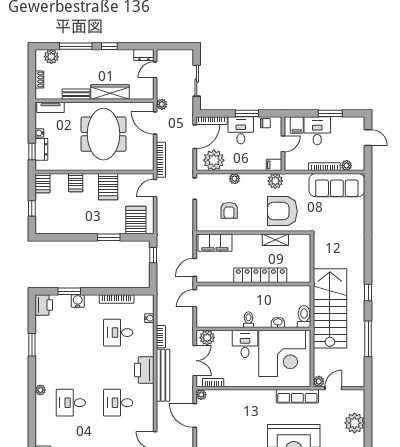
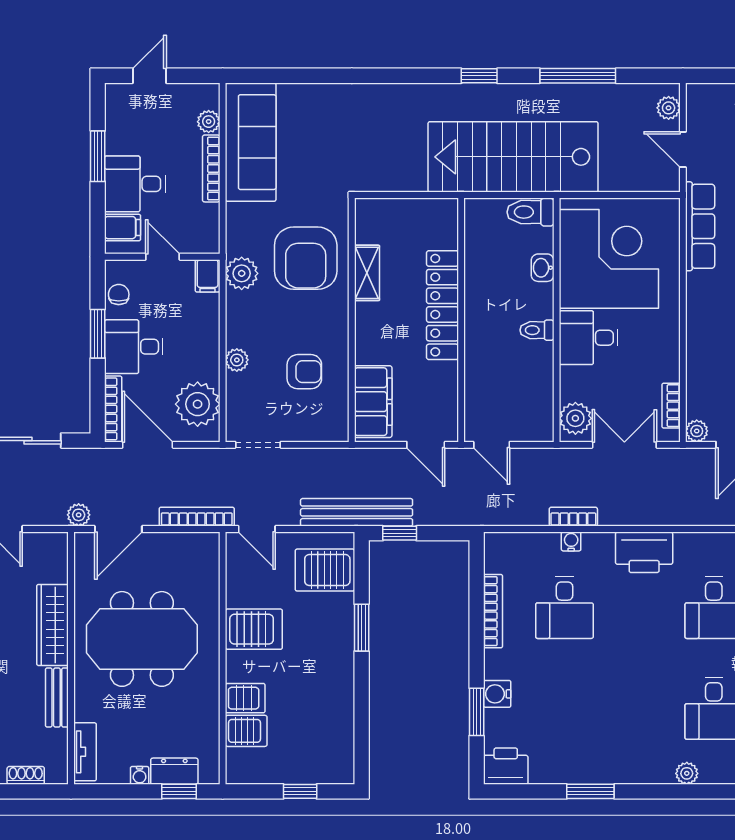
server rack: (43, 183) -> (246, 731), moved
water cooler: (149, 318) -> (571, 541), moved
bench: (163, 375) -> (357, 512), moved
plant: (319, 381) -> (669, 108), moved

